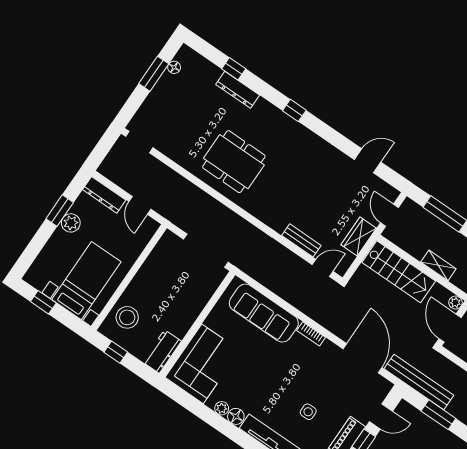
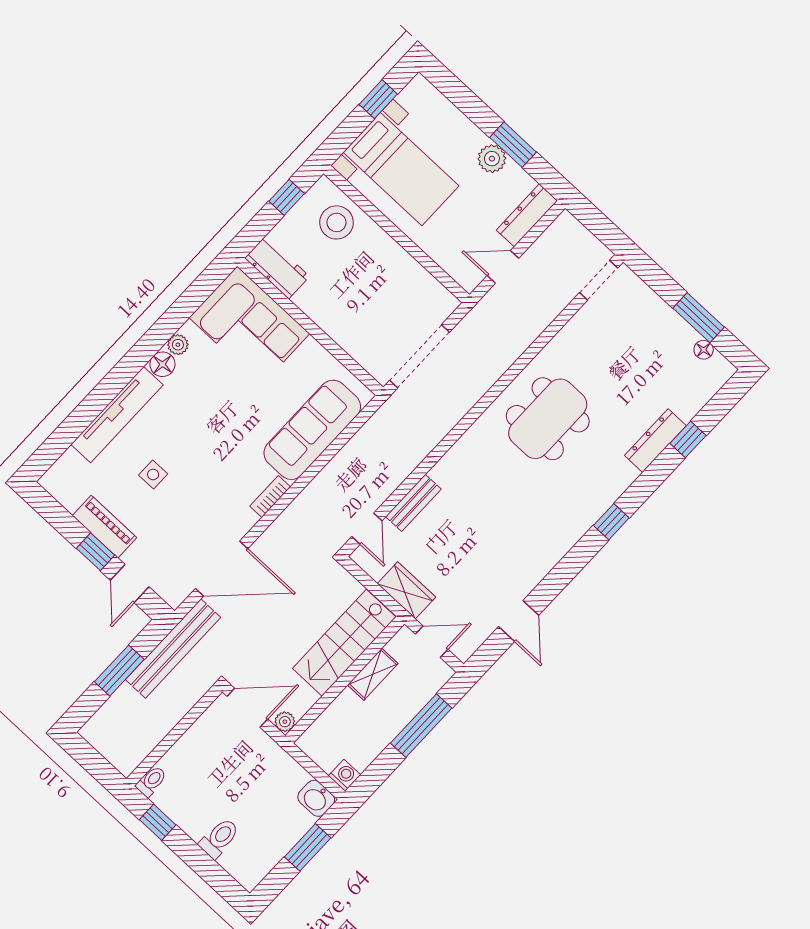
shelving: (438, 265) -> (373, 674), moved

